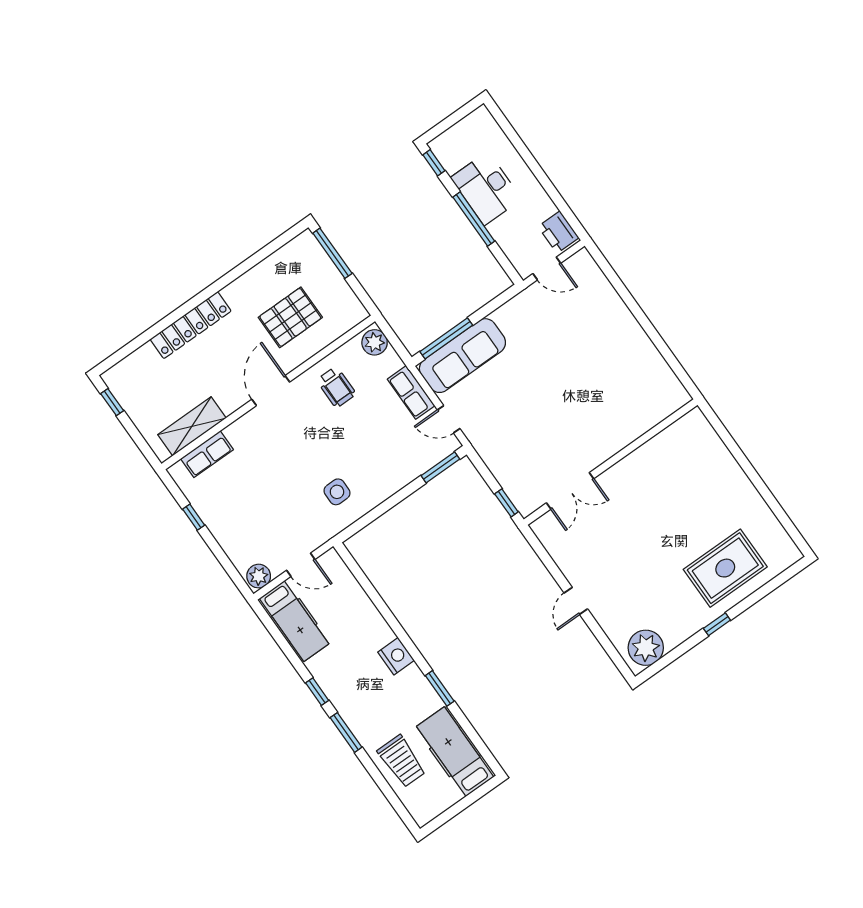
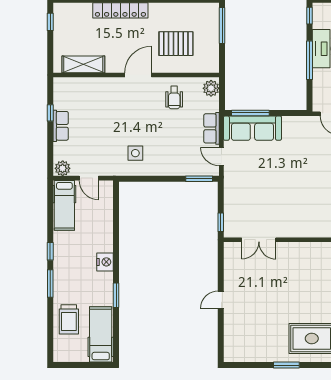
row of seats: (207, 454) -> (61, 126), moved, turned -90
window: (717, 624) -> (286, 365), width x1.50
plant: (646, 648) -> (240, 351), removed

